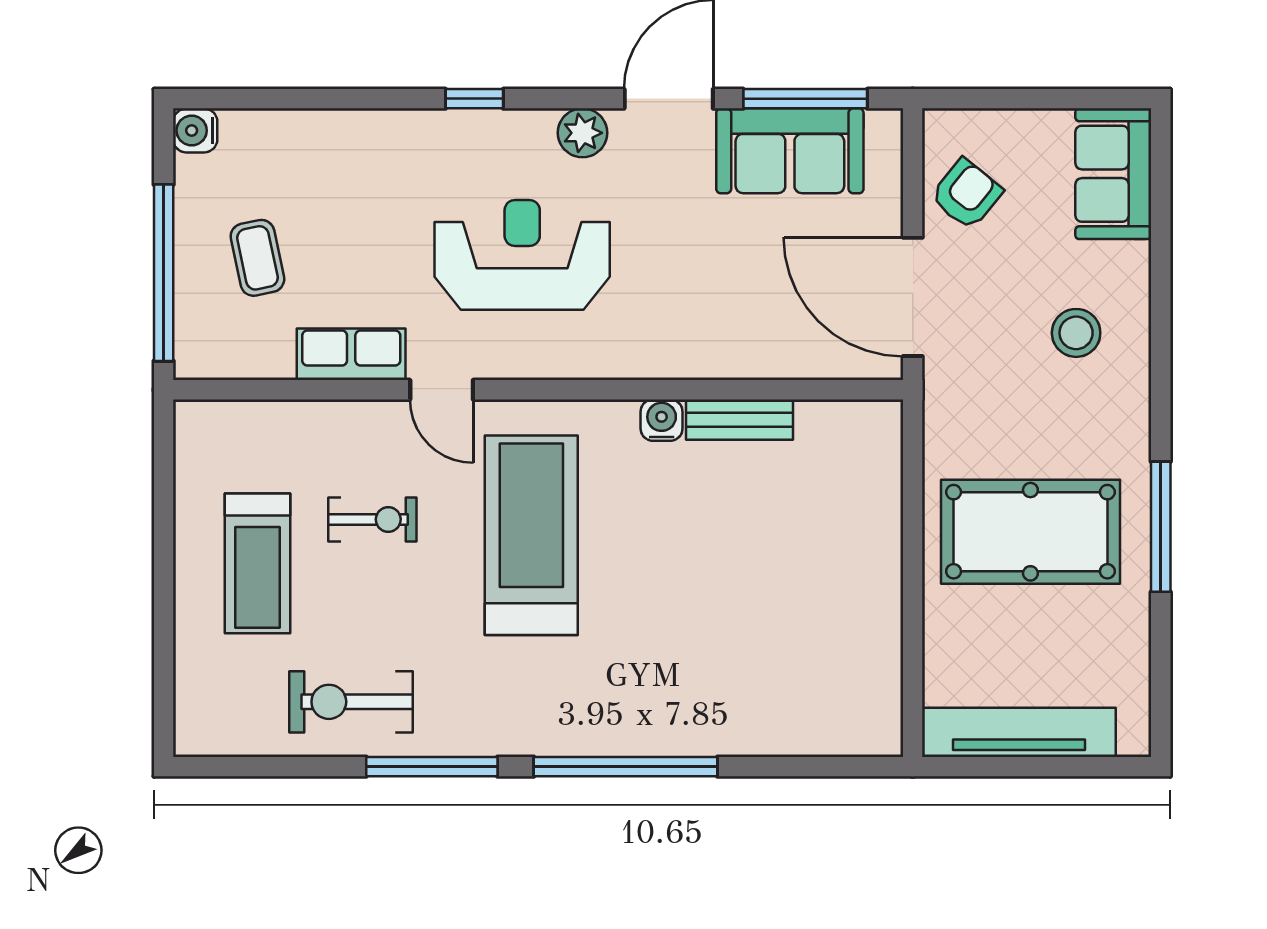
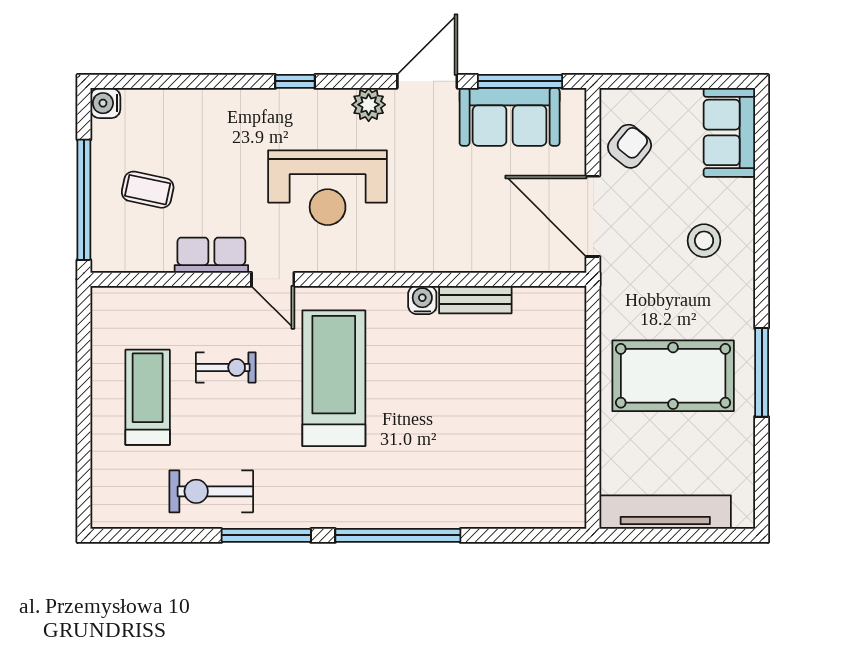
reception desk: (522, 255) -> (328, 188), turned 180
coffee table: (257, 258) -> (148, 190), turned -66
treadmill: (257, 563) -> (148, 397), turned 180

